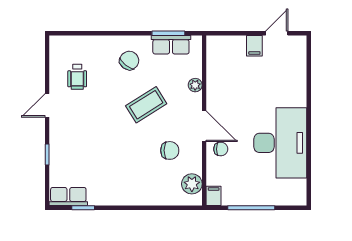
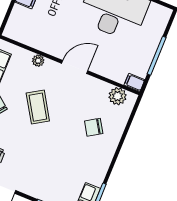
chair: (221, 149) -> (99, 61), removed
chair: (170, 150) -> (94, 127), moved, turned -122

